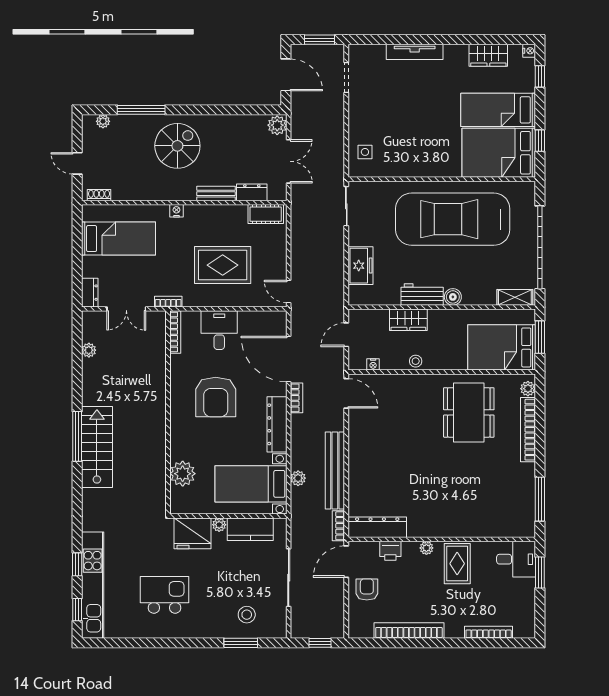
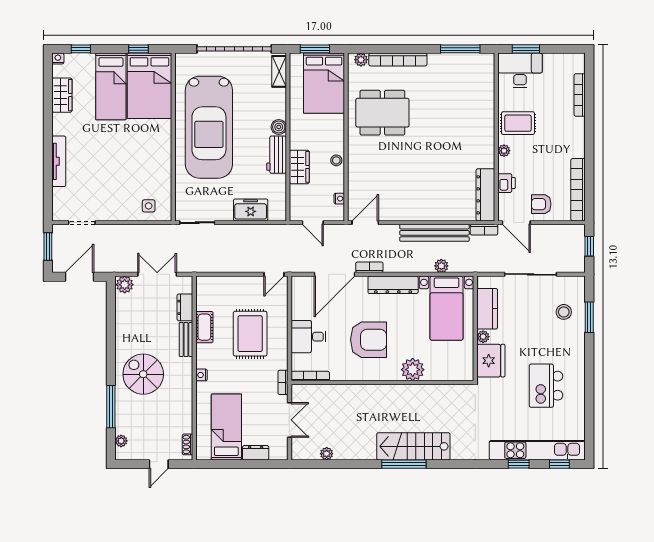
cot: (266, 214) -> (204, 327), moved
dresser: (90, 293) -> (256, 453), moved
plant: (183, 474) -> (413, 370), moved
desk: (516, 559) -> (520, 70), width x1.37
bookcase: (409, 631) -> (578, 190), moved

